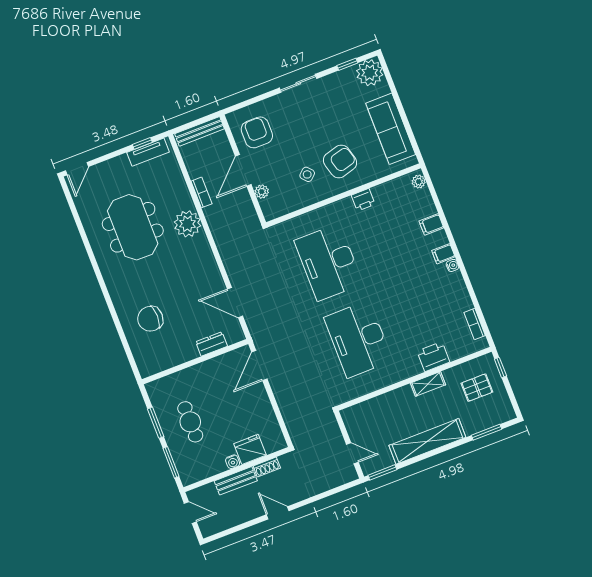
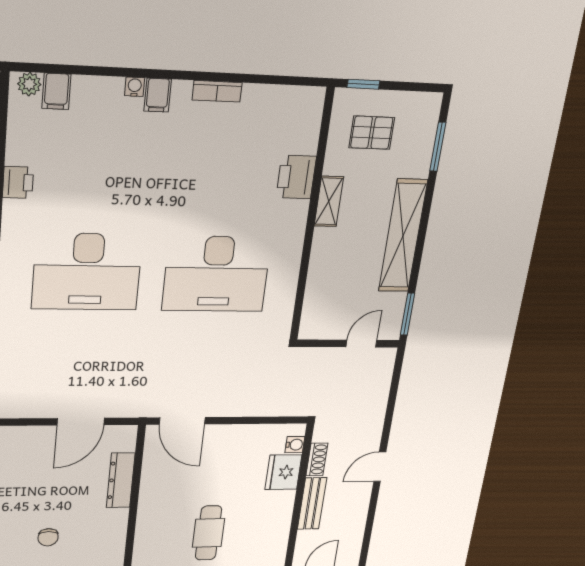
filing cabinet: (431, 224) -> (56, 91), moved
water cooler: (452, 265) -> (135, 87), moved
chair: (150, 319) -> (48, 537), width x0.54, depth x0.54
bookcase: (475, 324) -> (217, 91), moved
dresser: (212, 344) -> (121, 480), width x1.44
pallet: (477, 388) -> (372, 133), turned 90
cafe table: (190, 422) -> (208, 533), turned 90
water cooler: (233, 462) -> (295, 445), moved

